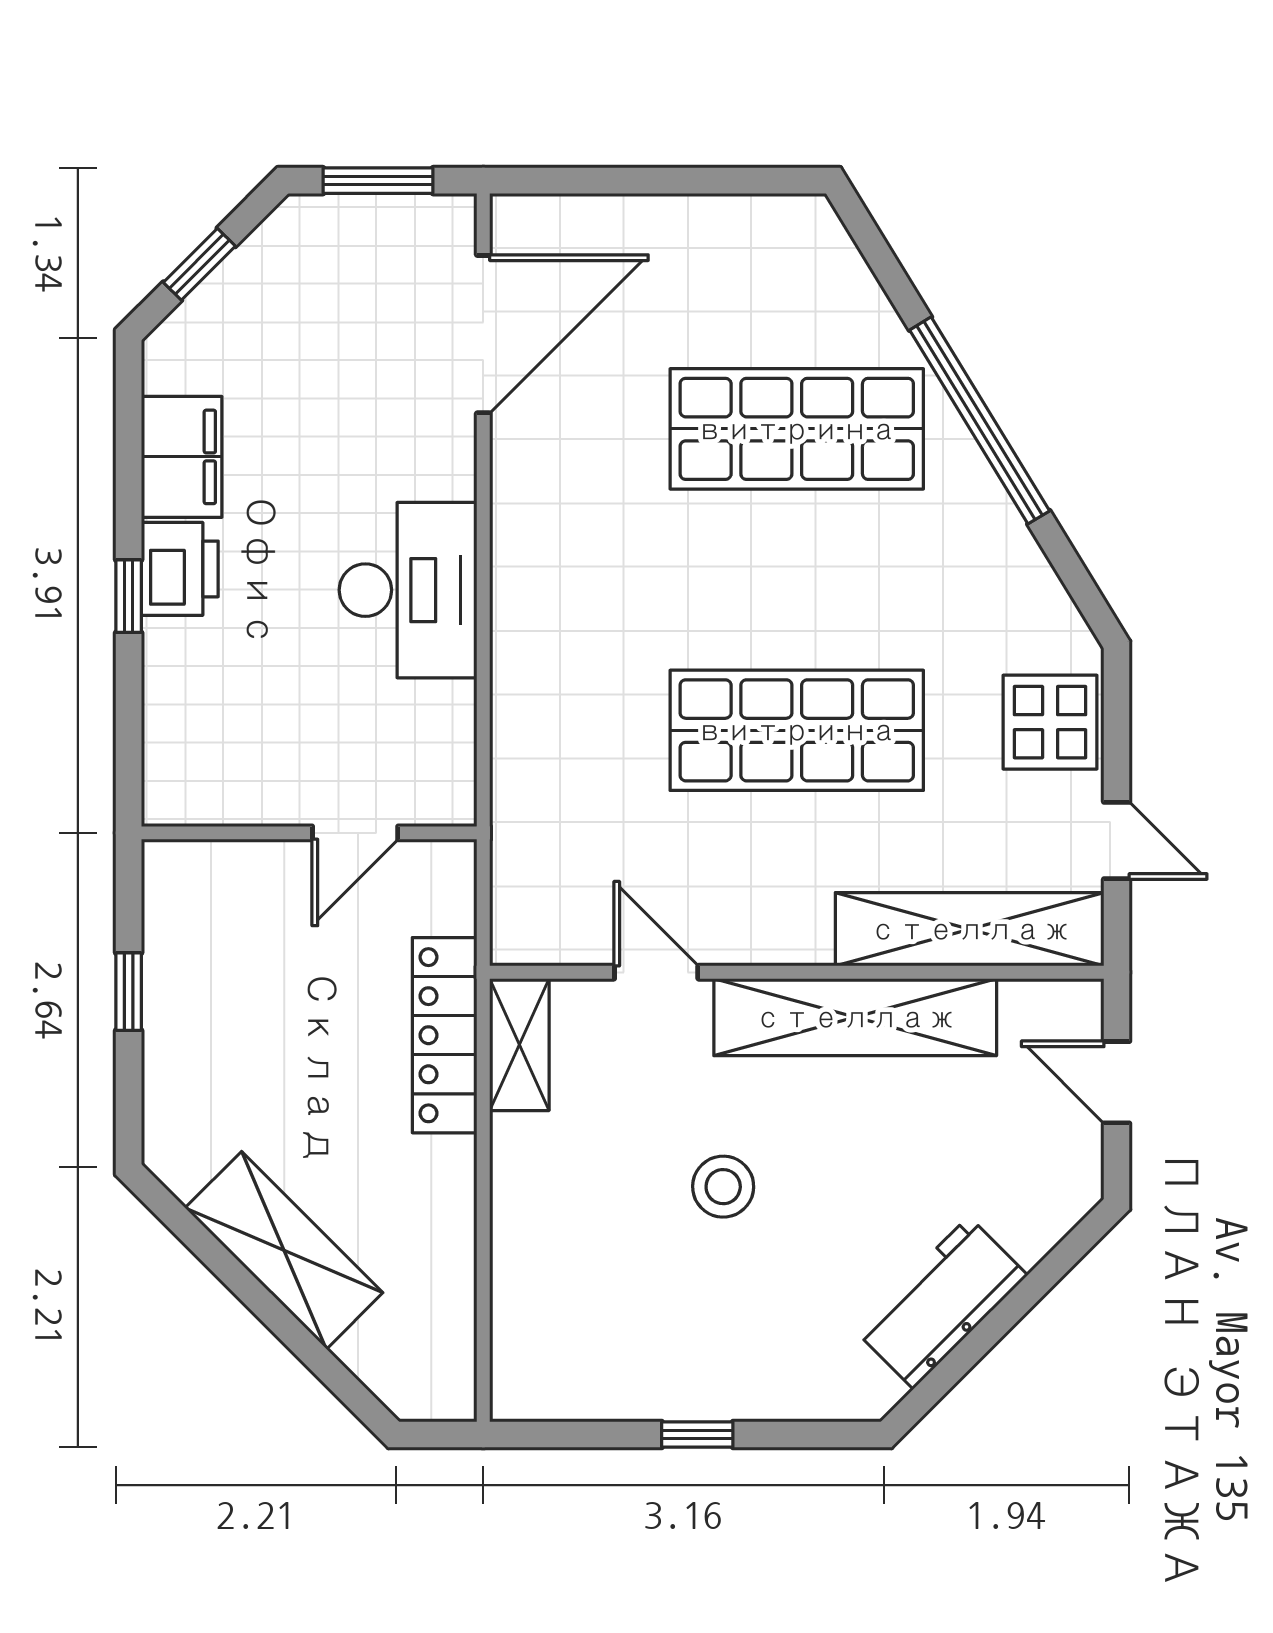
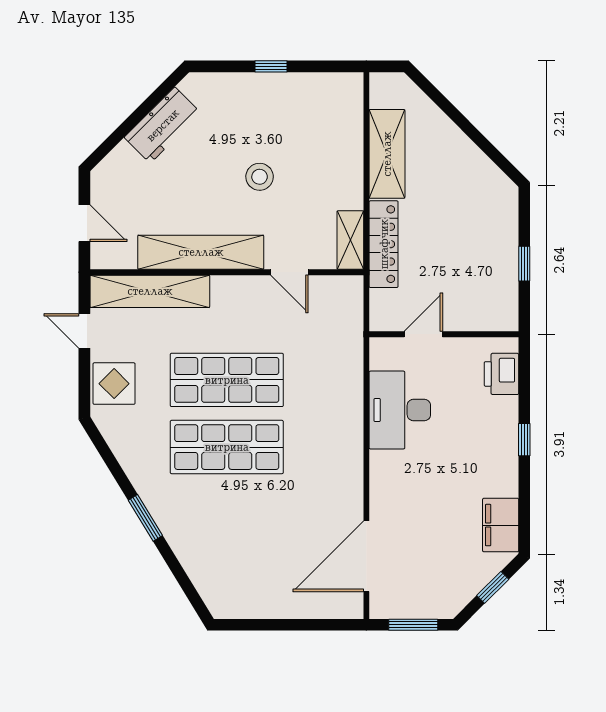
window: (980, 420) -> (145, 518), width x0.47
shop shelf: (797, 429) -> (227, 447), moved
filing cabinet: (182, 457) -> (501, 525), moved
printer: (180, 569) -> (501, 374), moved
desk: (408, 590) -> (400, 410), moved
shelving: (284, 1250) -> (387, 154), moved, turned 45

